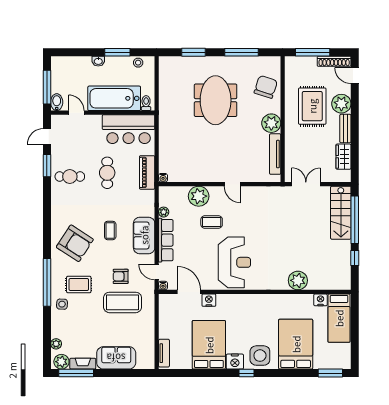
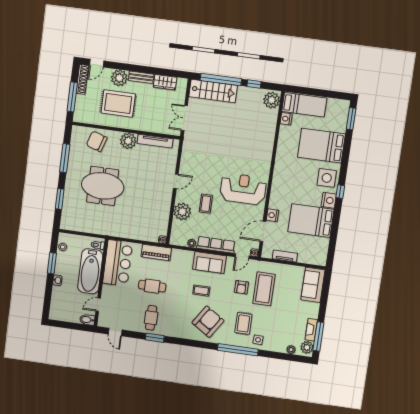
window: (47, 87) -> (74, 326), removed
window: (47, 166) -> (155, 338), moved
plant: (298, 280) -> (272, 100), moved
tv unit: (164, 353) -> (285, 256), moved
sofa: (116, 358) -> (313, 285), moved

